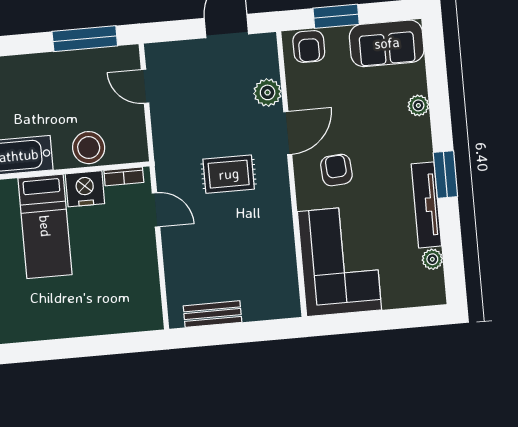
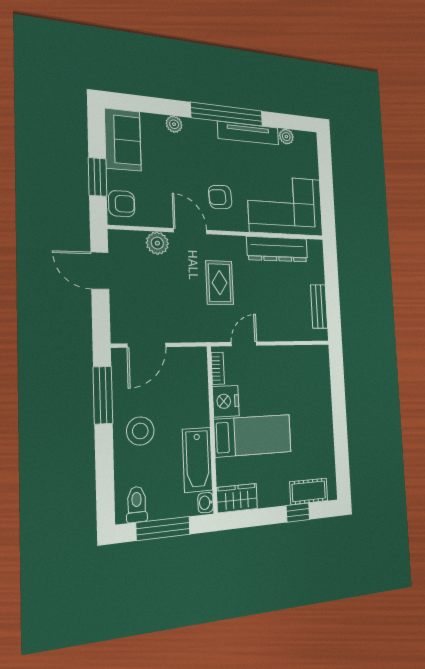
door: (145, 86) -> (147, 345), width x1.38
stool: (89, 148) -> (140, 431), moved
window: (445, 175) -> (227, 114), width x2.11
dresser: (281, 251) -> (277, 249), added

